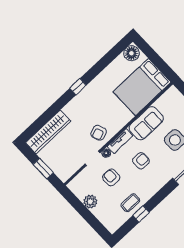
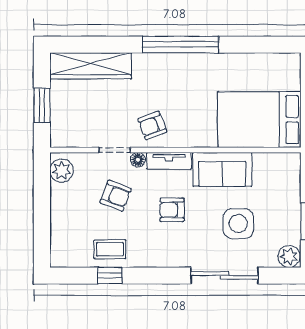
floor lamp: (131, 53) -> (286, 65), removed
window: (78, 87) -> (180, 45), width x3.17
armchair: (141, 161) -> (172, 210), turned 180
armchair: (111, 177) -> (116, 196), turned 111
plant: (90, 202) -> (62, 171), moved

